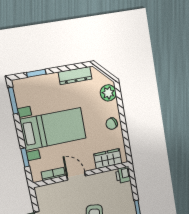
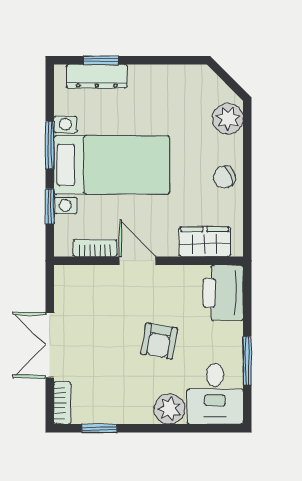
dresser: (75, 76) -> (97, 76), moved
window: (13, 101) -> (50, 145), moved
printer: (123, 175) -> (223, 293), width x1.87, depth x1.48

